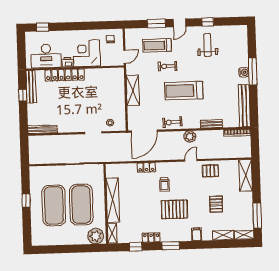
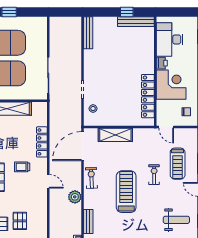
treadmill: (157, 45) -> (178, 164), turned 180
locker: (65, 75) -> (148, 96), moved
shelving: (133, 90) -> (115, 135), moved
door: (144, 131) -> (82, 146), hinge flipped
door: (191, 160) -> (48, 181), moved
locker: (146, 167) -> (42, 142), width x1.53
pallet: (210, 171) -> (20, 221), moved

